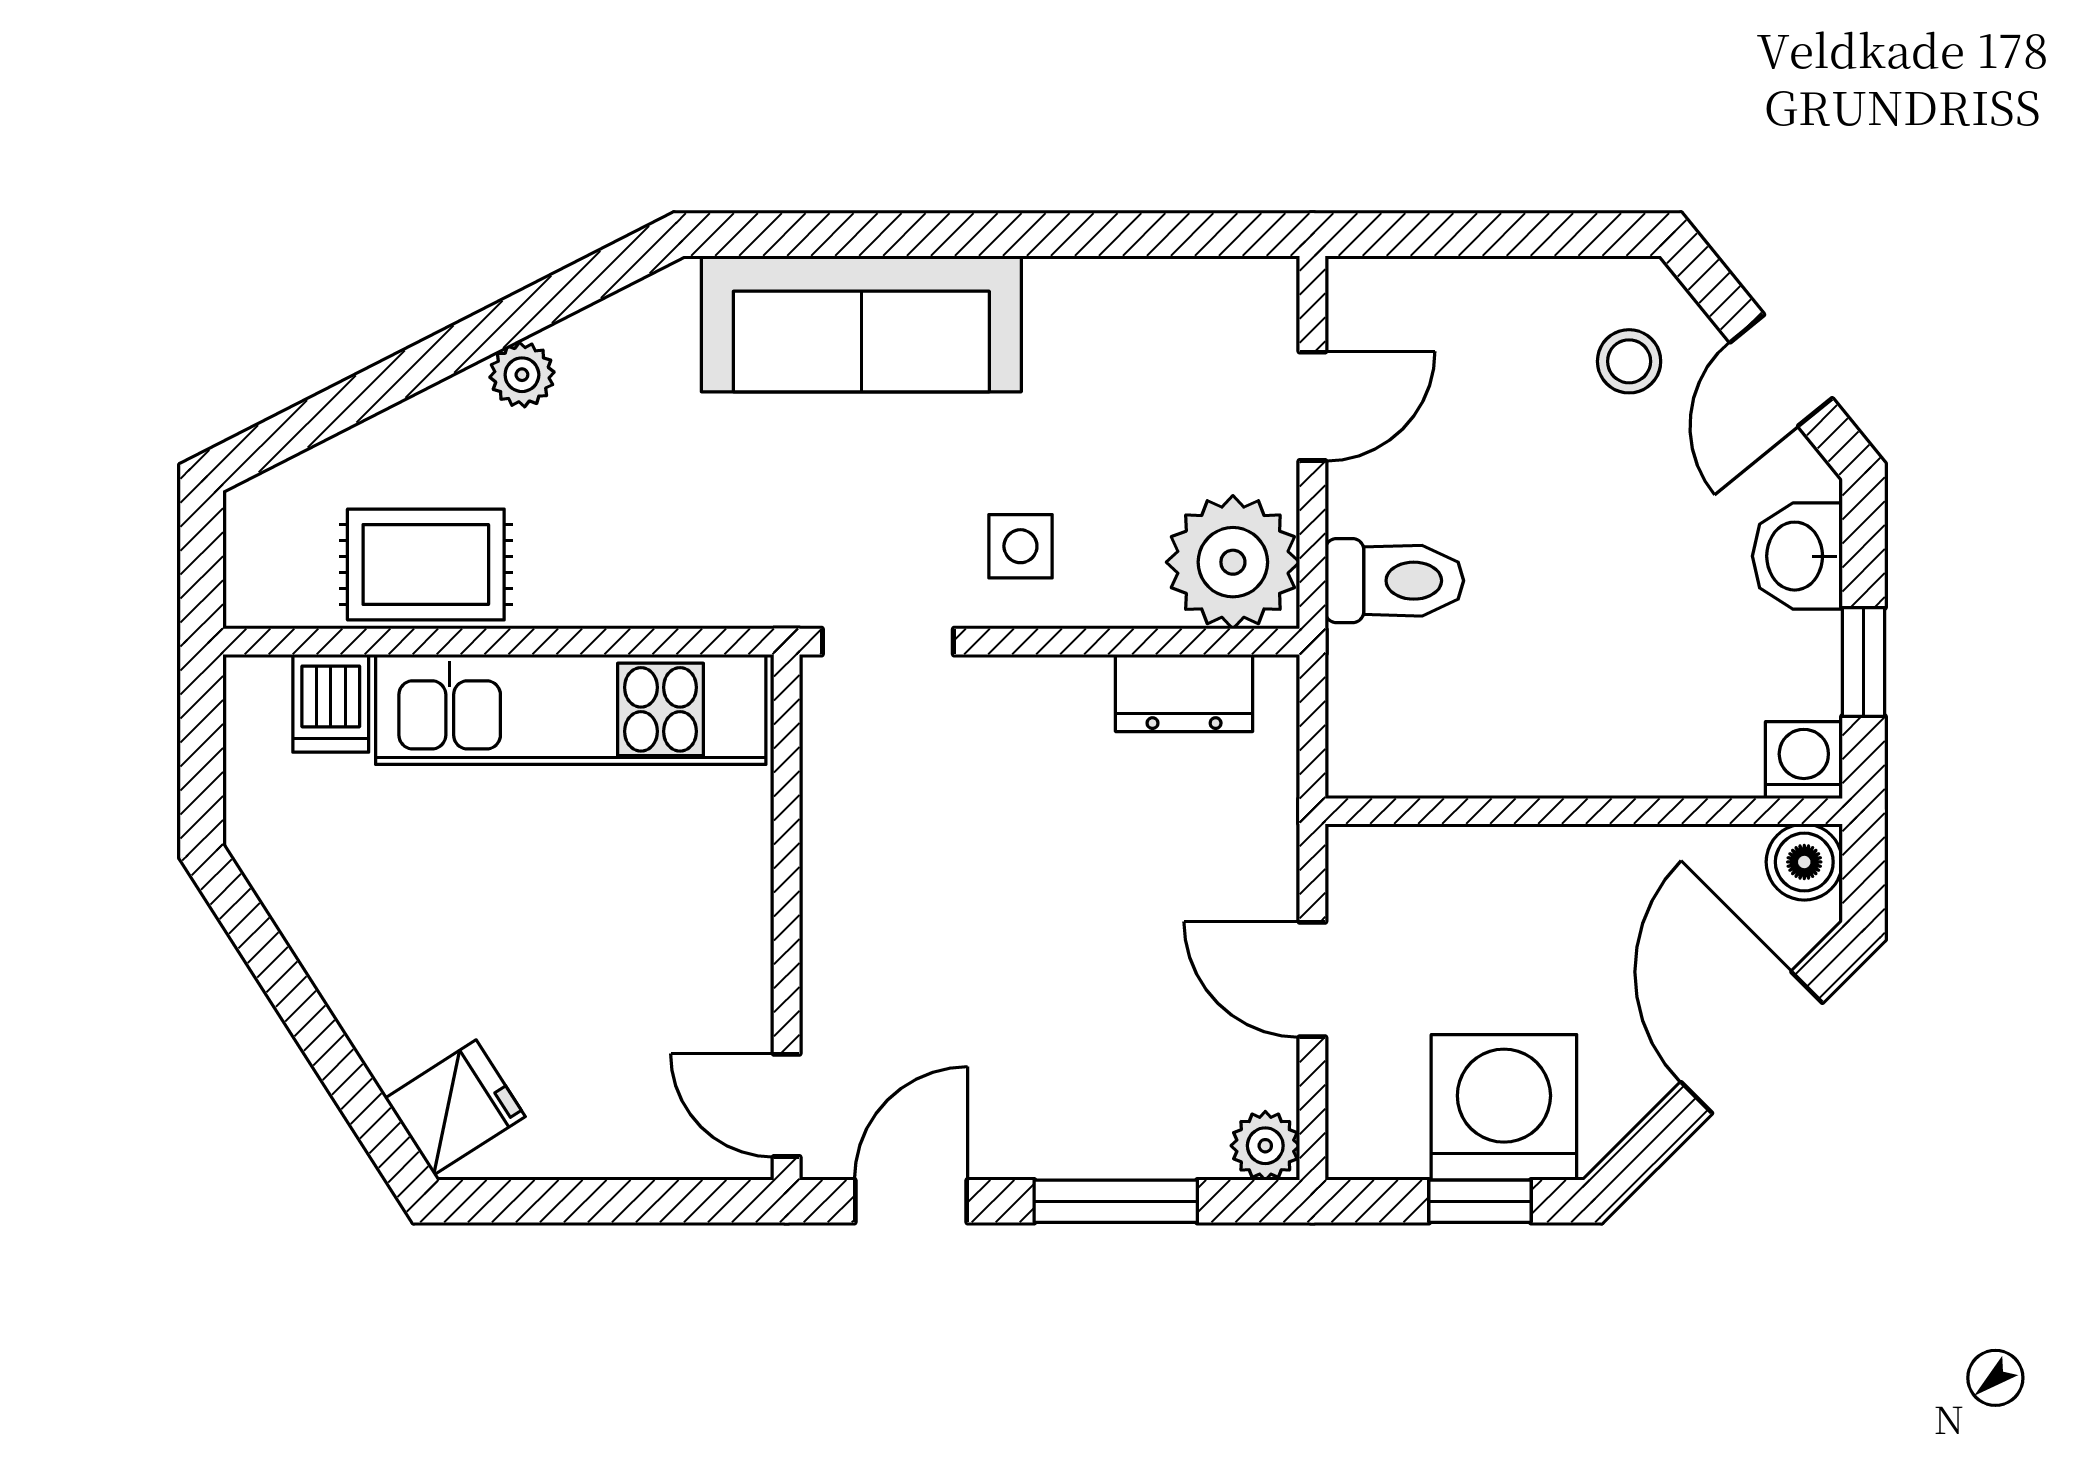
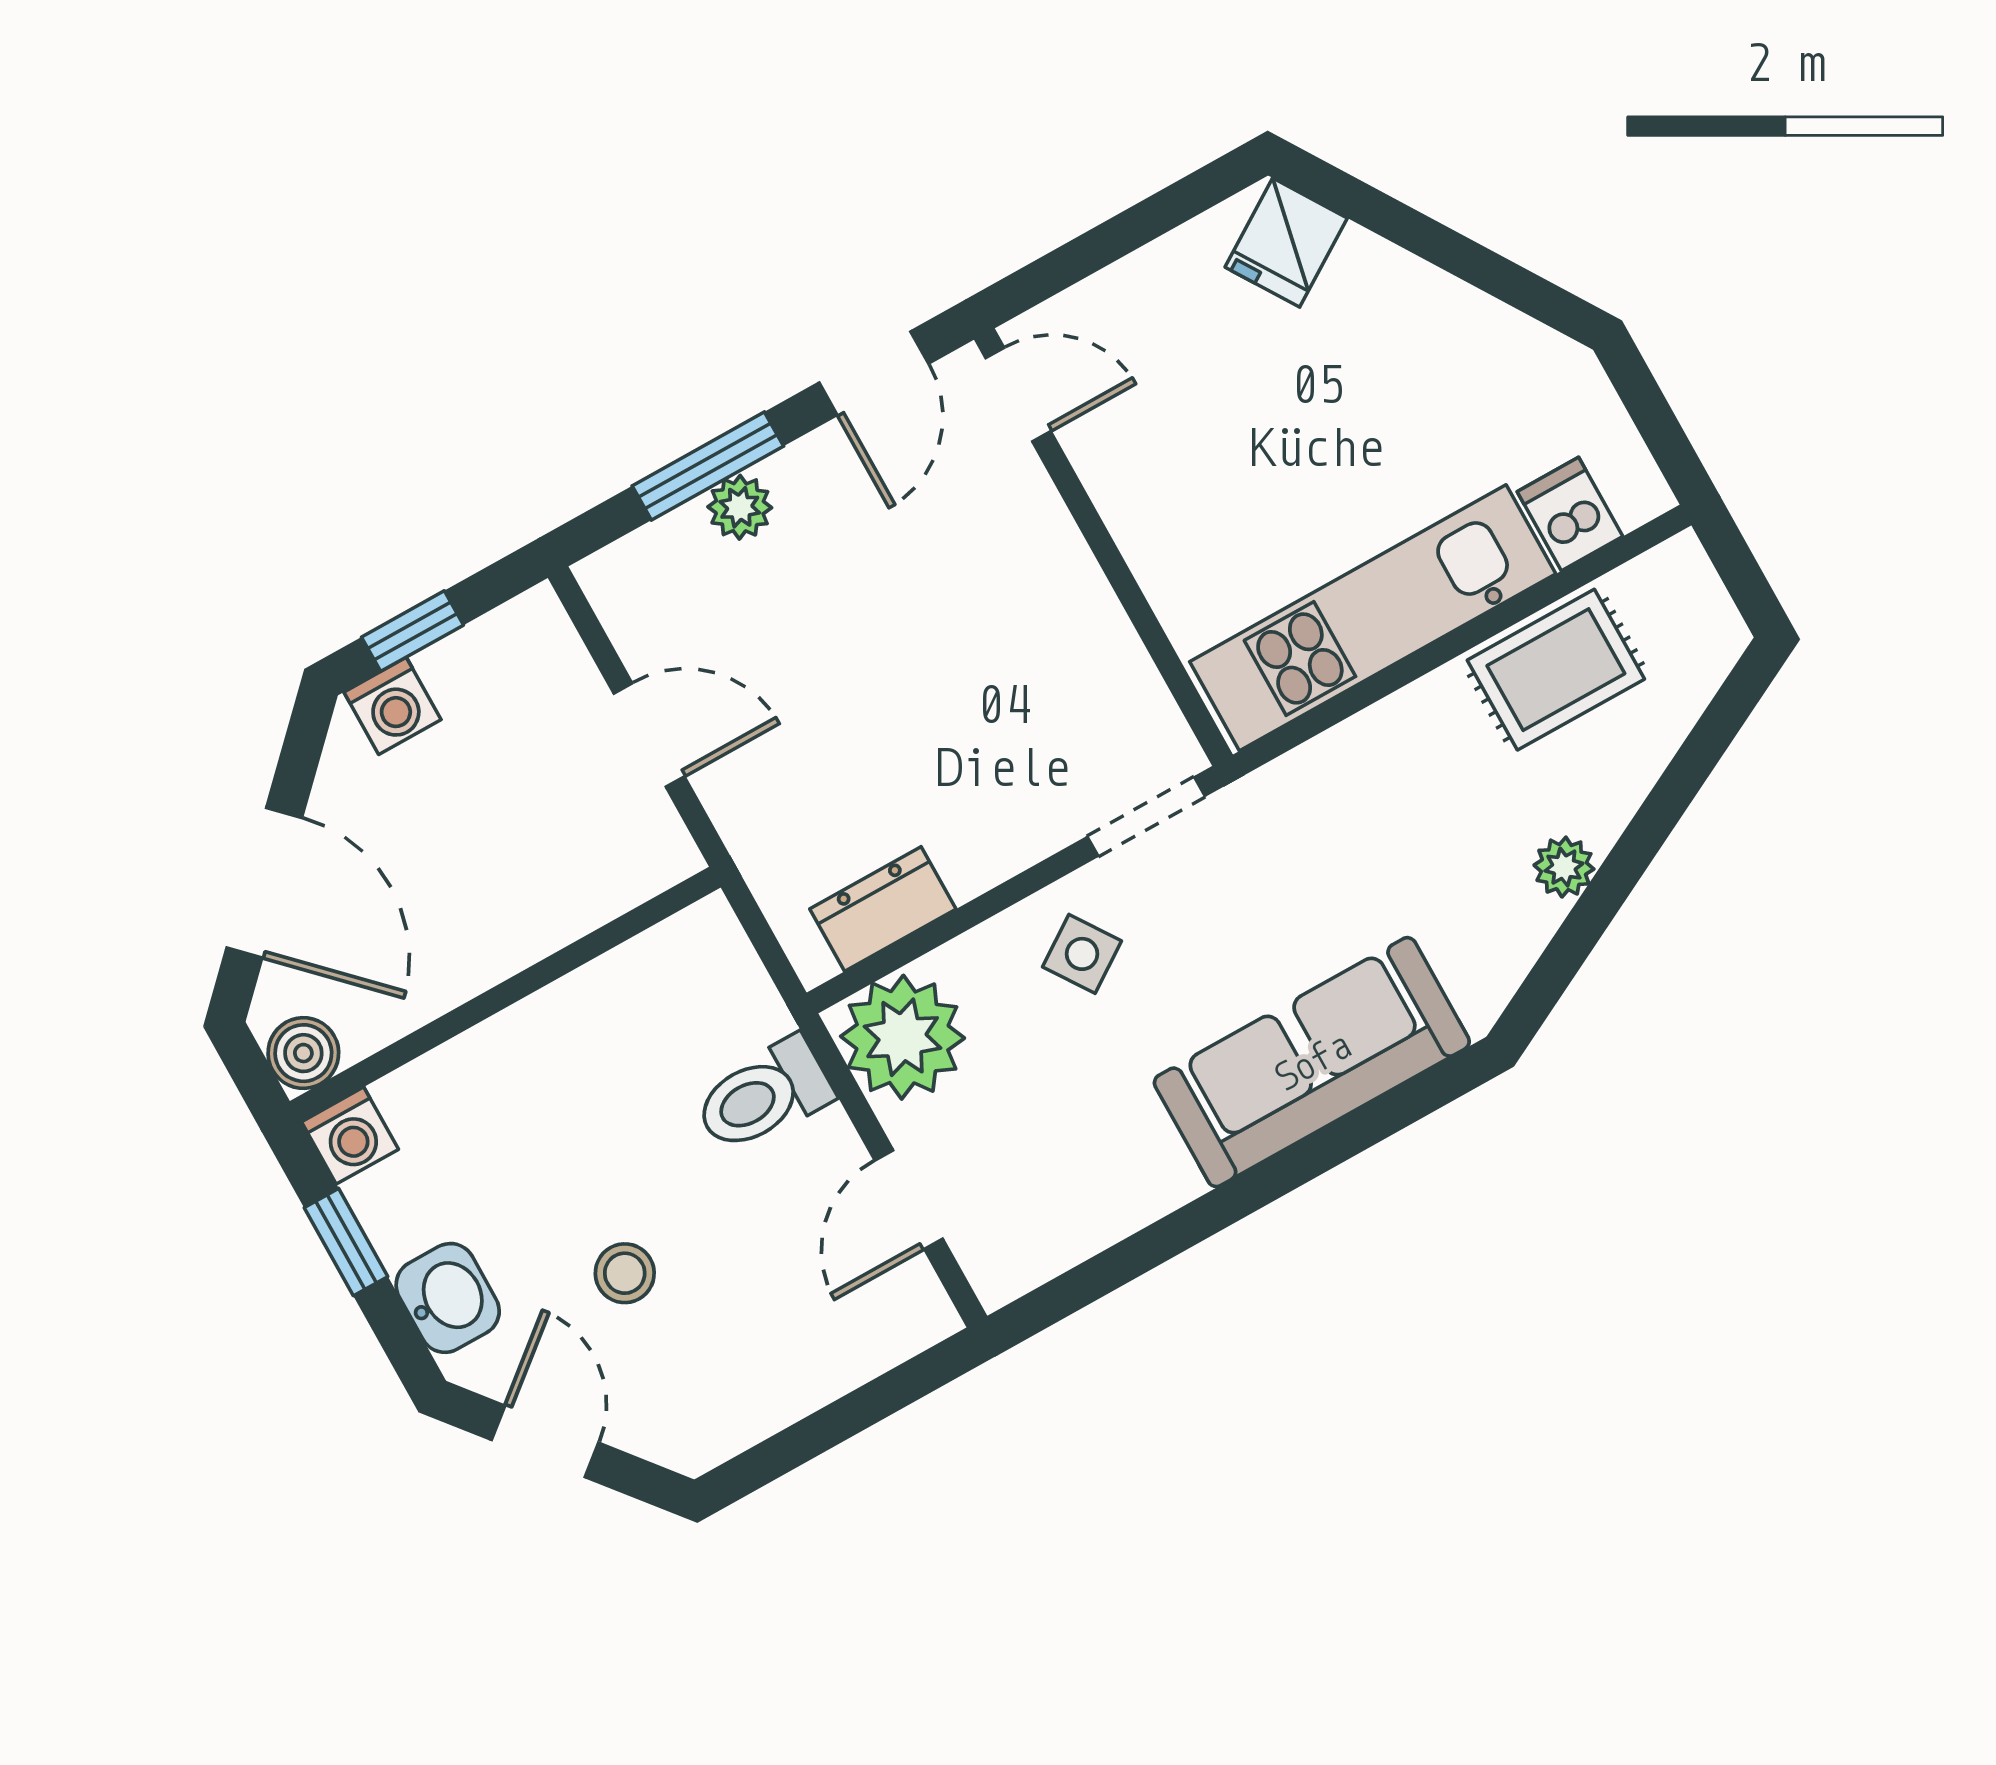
stool: (1629, 361) -> (625, 1273), moved
side table: (1020, 546) -> (1082, 954), turned -34
washing machine: (1504, 1107) -> (392, 706), width x0.53, depth x0.53
plant: (1265, 1146) -> (740, 507), moved

